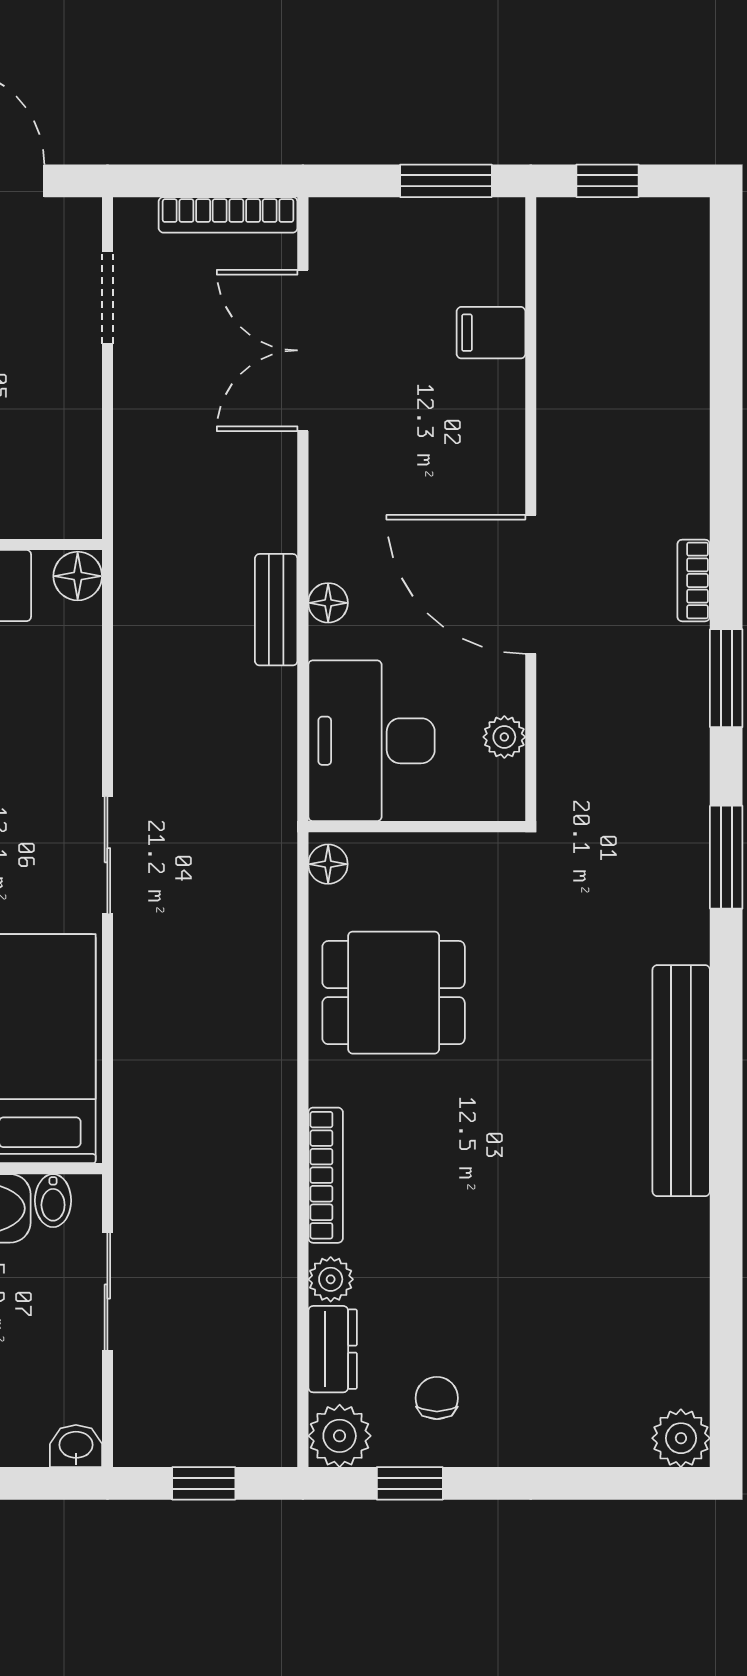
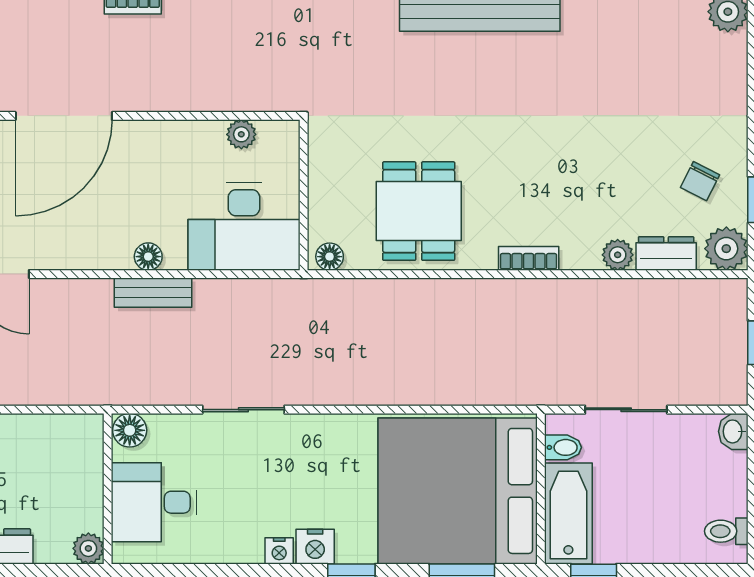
door: (531, 584) -> (64, 116), moved
sliding door: (107, 855) -> (243, 410), moved
bookcase: (326, 1175) -> (529, 258), width x0.64
chair: (437, 1398) -> (700, 181), turned -63

